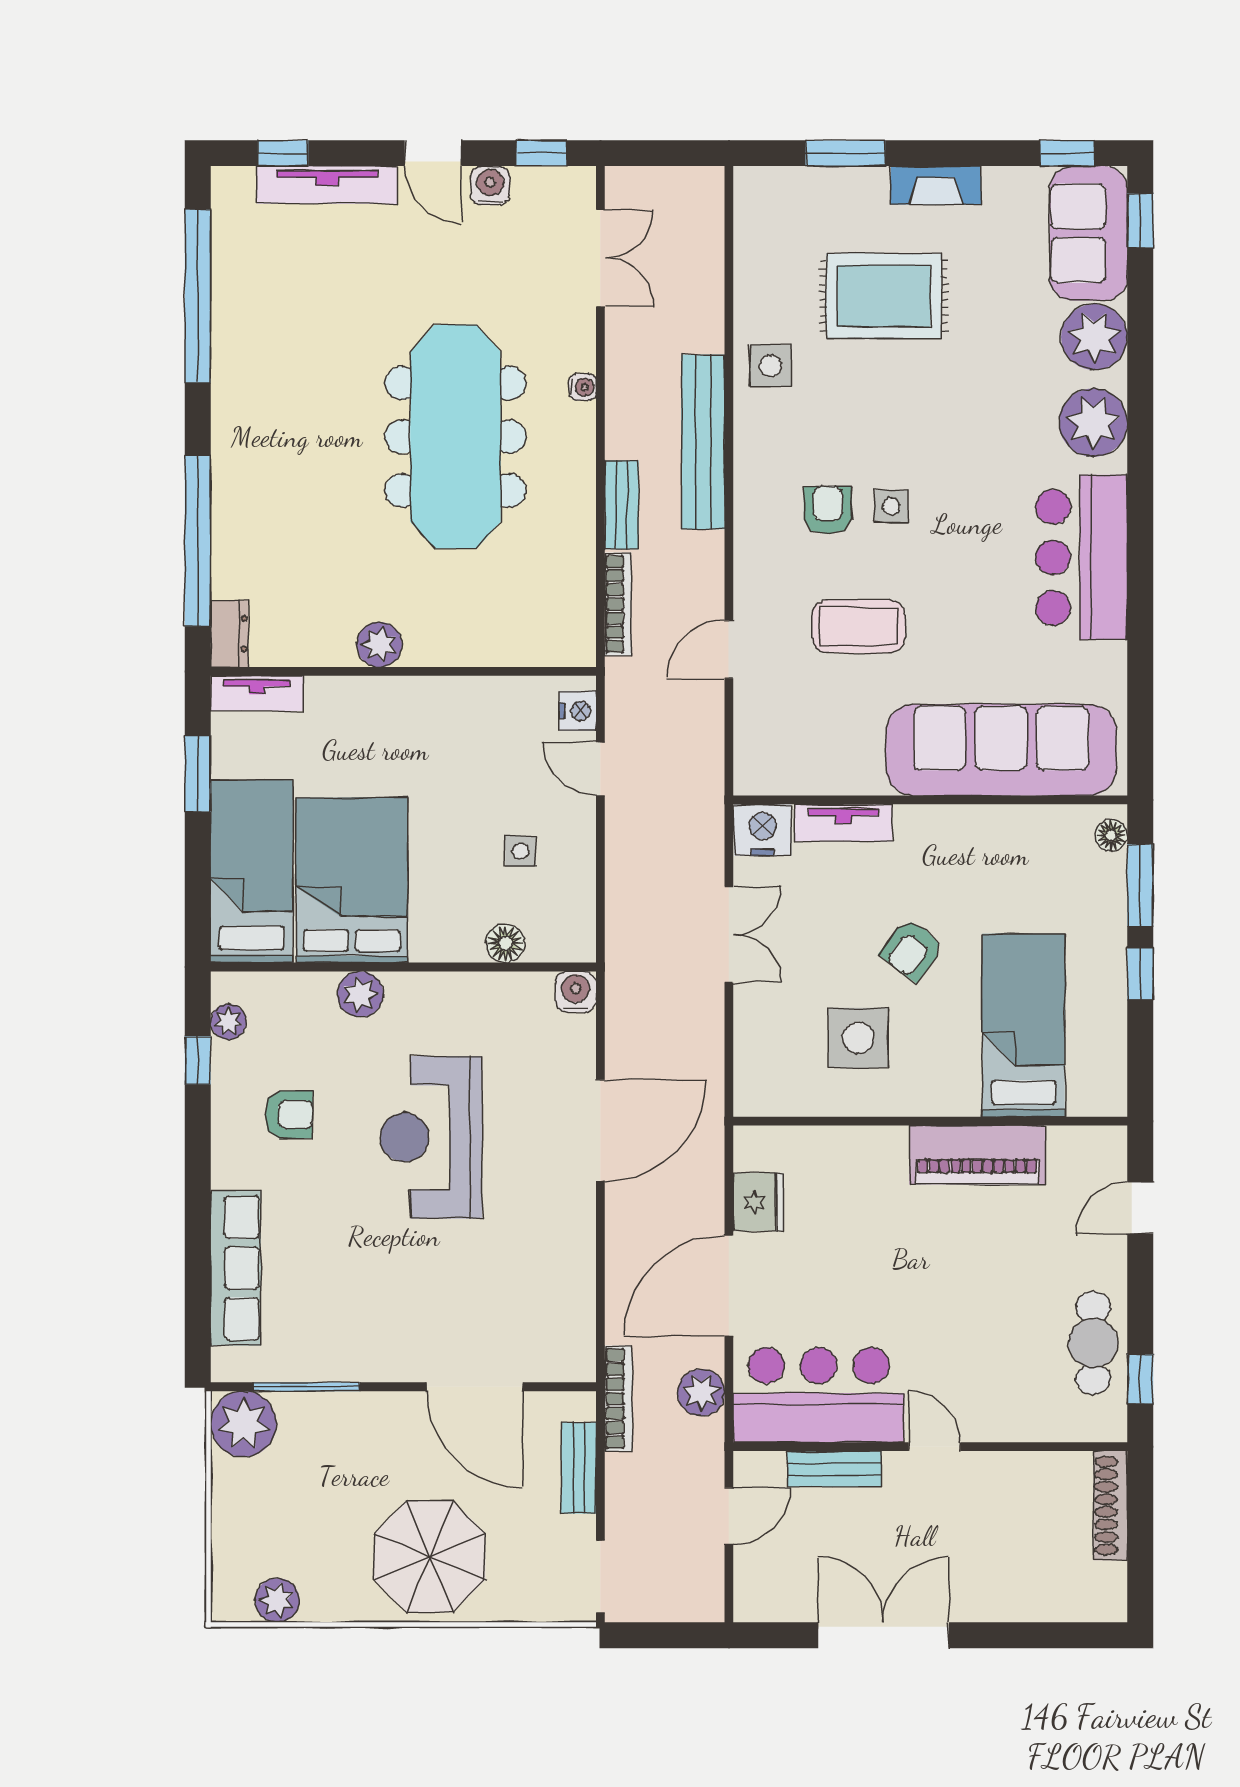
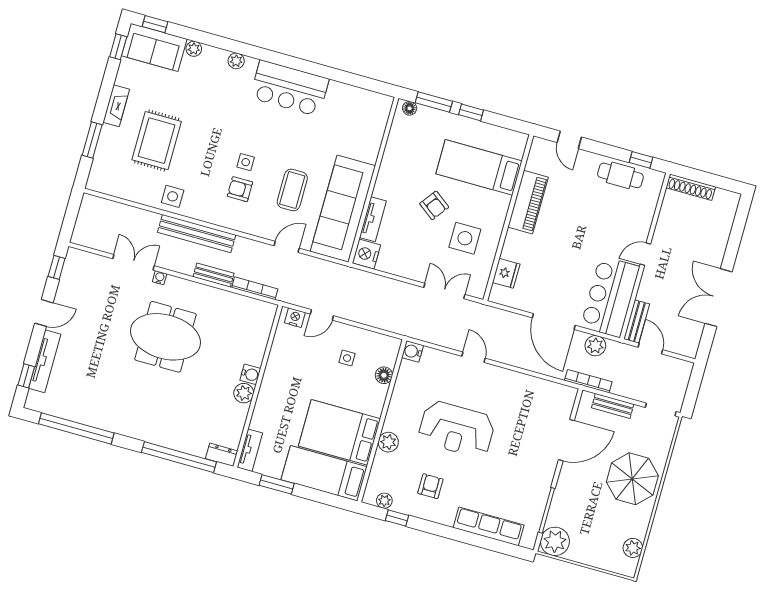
water cooler: (490, 186) -> (250, 374), moved, turned 180
double door: (600, 258) -> (133, 262), moved
plant: (1094, 337) -> (194, 49), width x0.53, depth x0.53
plant: (1093, 423) -> (236, 61), width x0.53, depth x0.53
meeting table: (455, 437) -> (165, 337), width x0.73
door: (729, 649) -> (287, 247), swing flipped
sofa: (1001, 750) -> (343, 209), moved
double door: (729, 934) -> (444, 291), moved
door: (600, 1130) -> (474, 357), width x0.53
fridge: (758, 1202) -> (506, 273), moved, turned 90
bench: (834, 1469) -> (637, 321), moved

